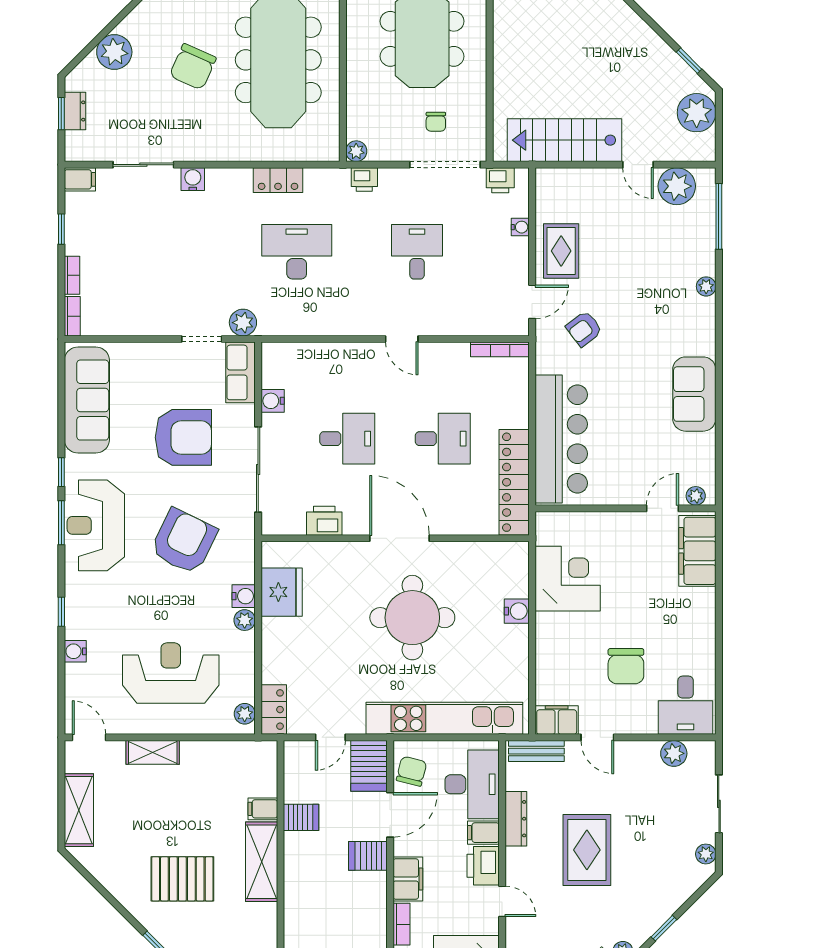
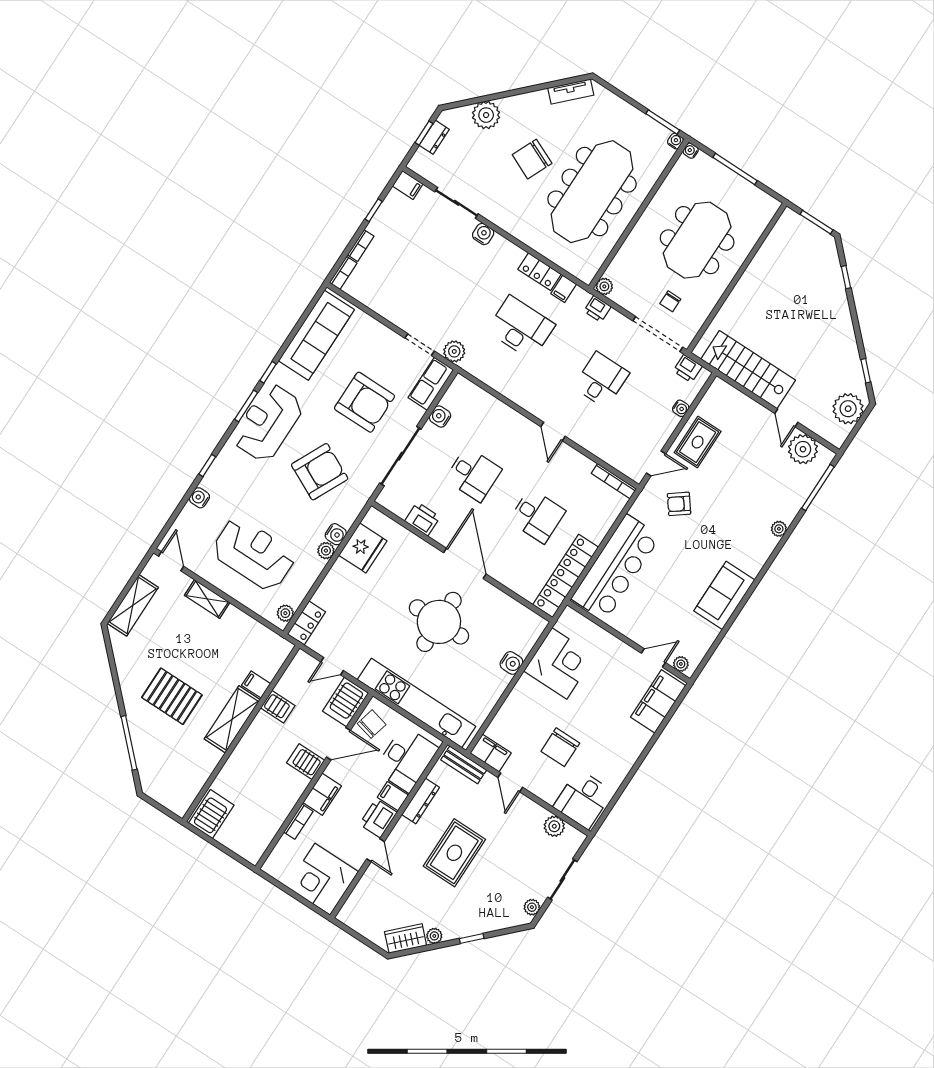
filing cabinet: (315, 182) -> (564, 289), added

